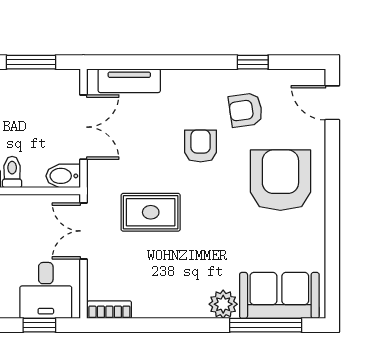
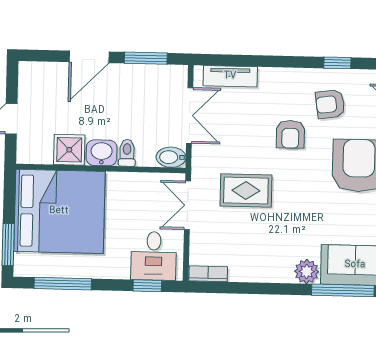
armchair: (201, 146) -> (290, 134), turned 180

